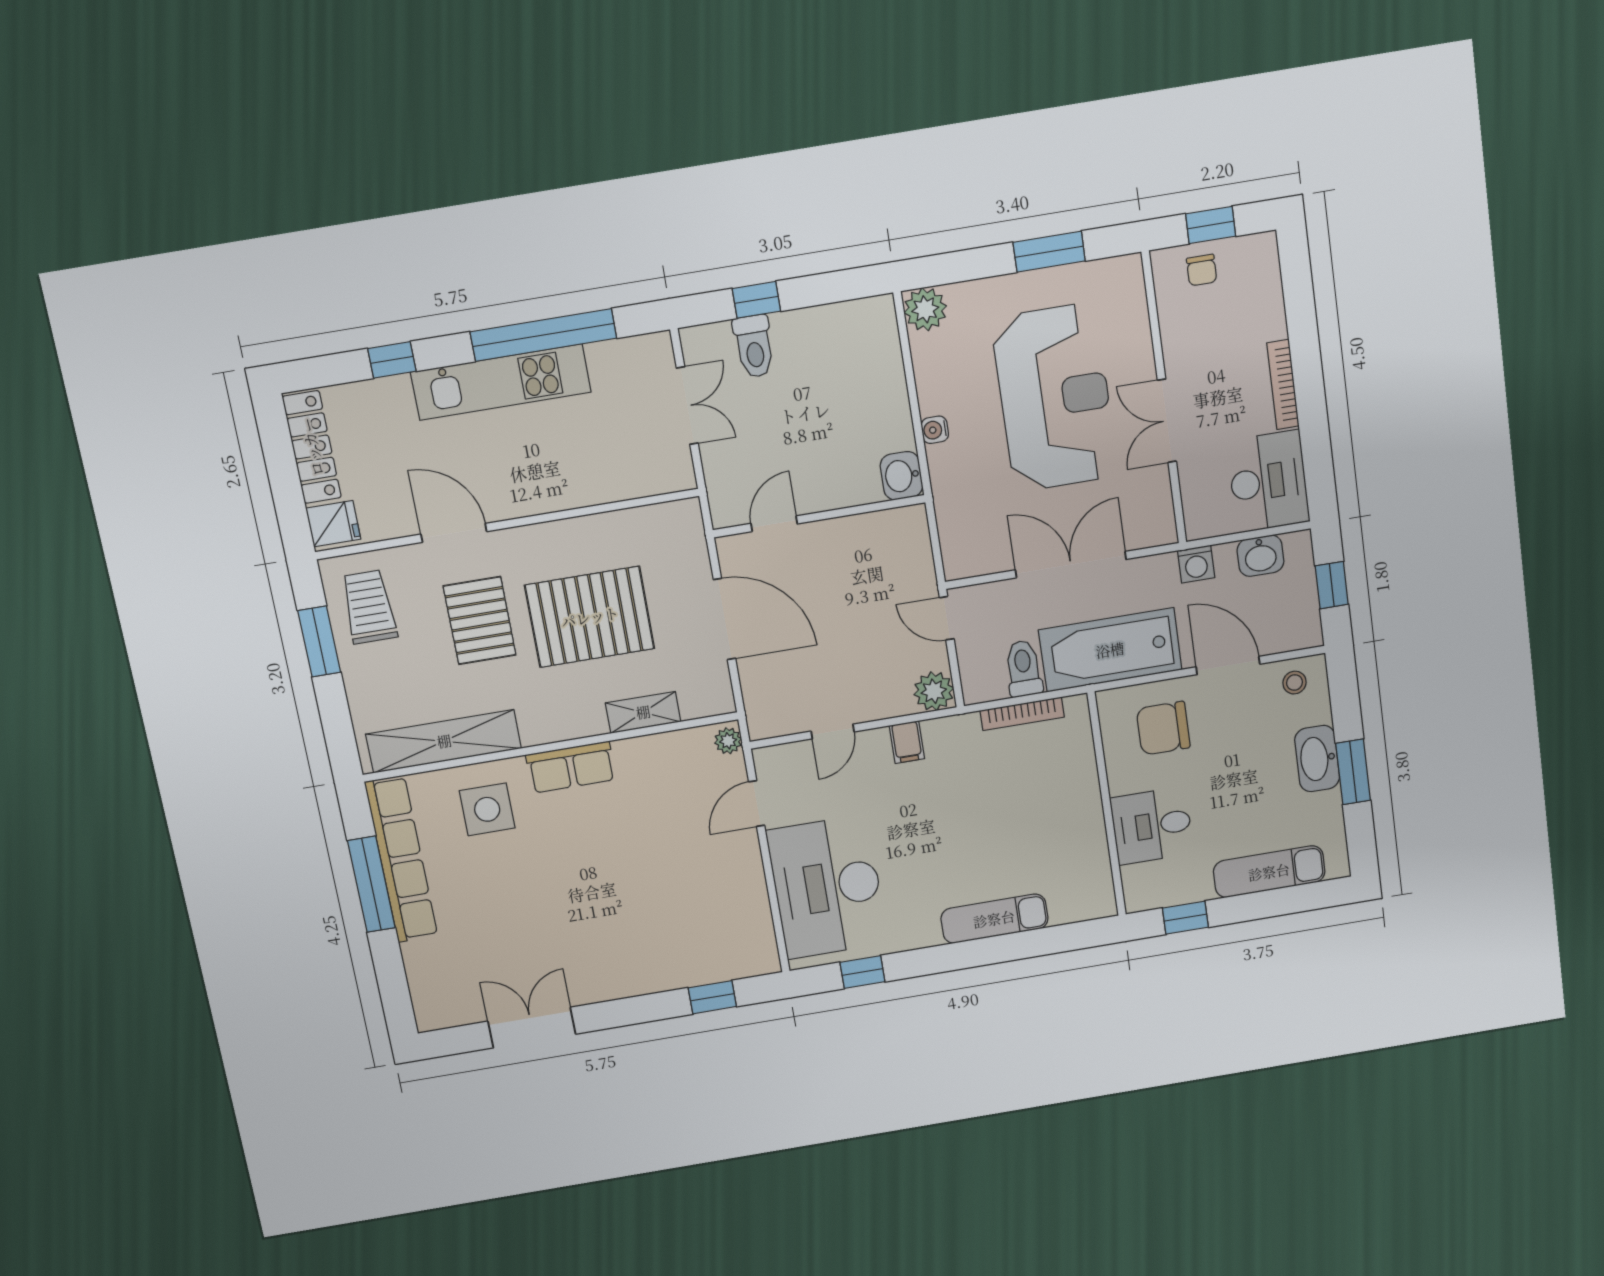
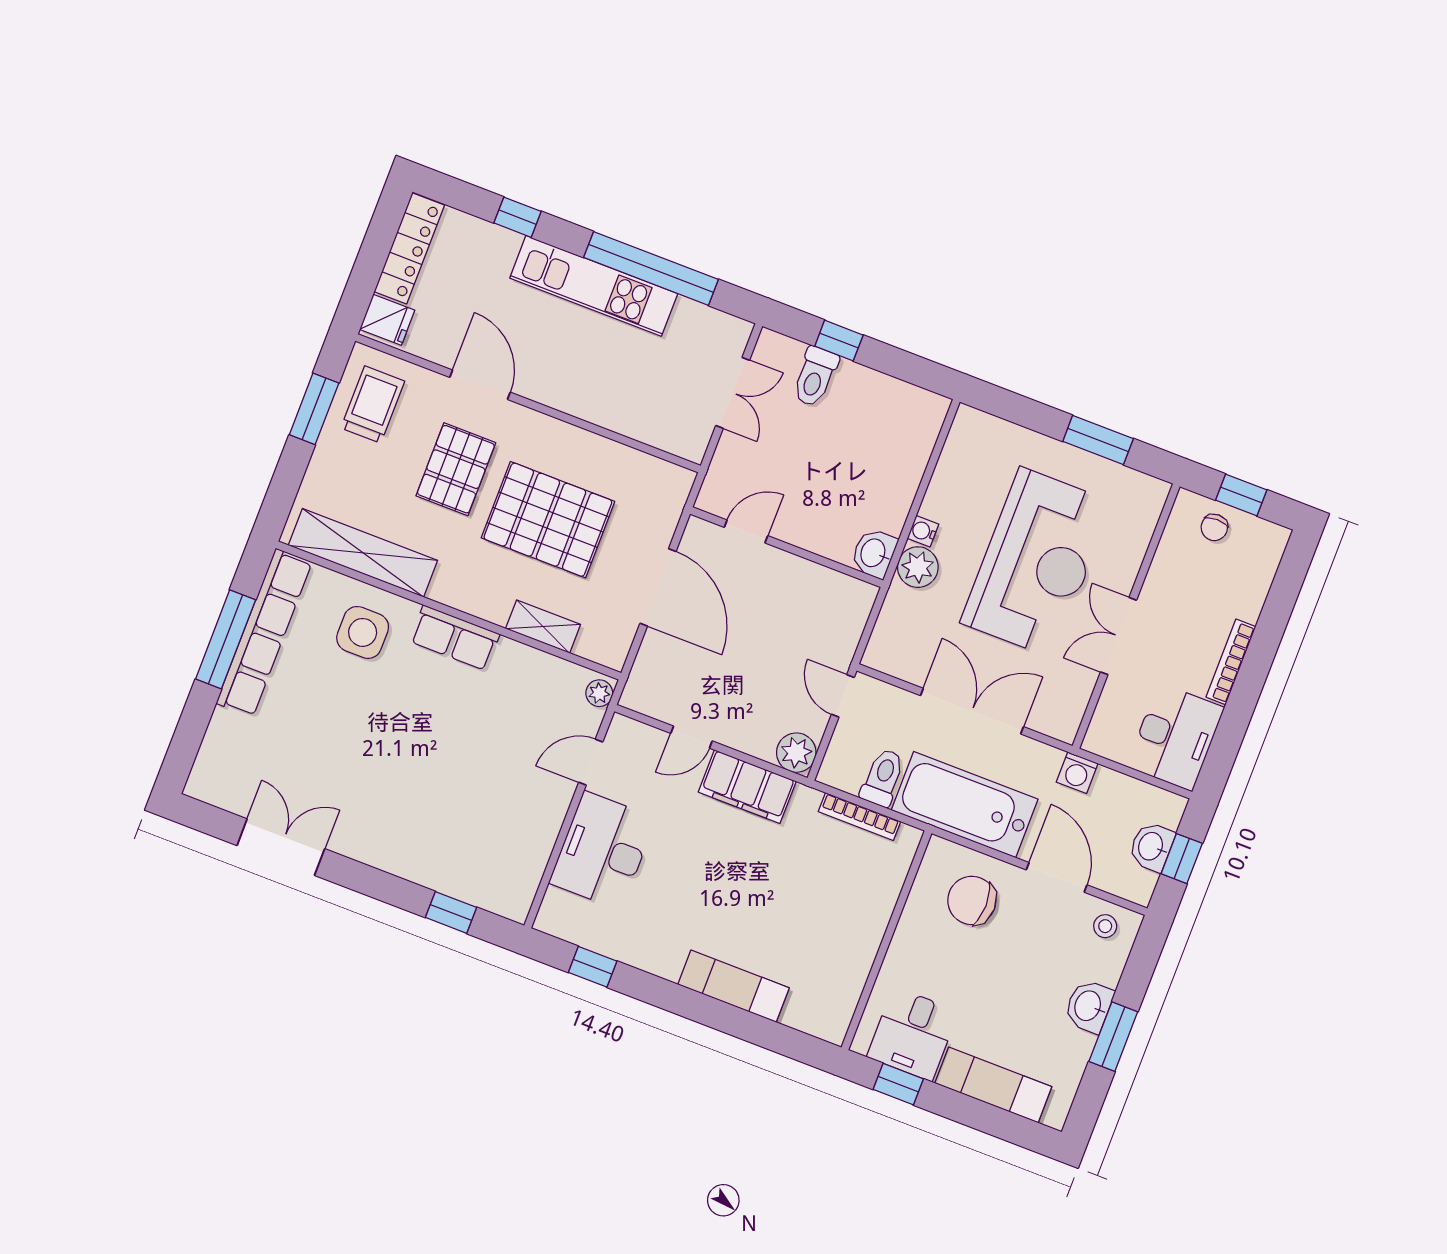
plant: (925, 309) -> (918, 567), moved
washbasin: (1260, 556) -> (1152, 847), moved, turned 90
filing cabinet: (907, 742) -> (747, 787), width x3.00, depth x1.17
washbasin: (1317, 759) -> (1089, 1006), width x0.72
desk: (1152, 826) -> (913, 1034), moved, turned -90
desk: (827, 887) -> (603, 851), width x0.73, depth x0.77

